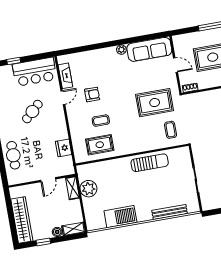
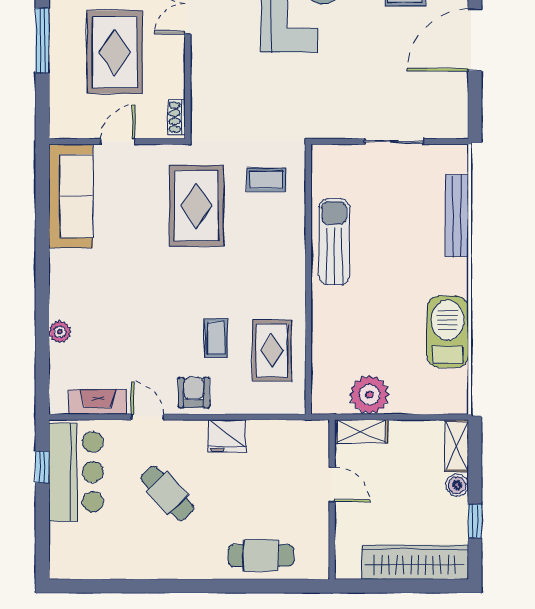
plant: (121, 50) -> (60, 332), moved
window: (14, 61) -> (42, 467), moved
armchair: (92, 94) -> (194, 393), moved
fridge: (64, 148) -> (227, 436), moved

